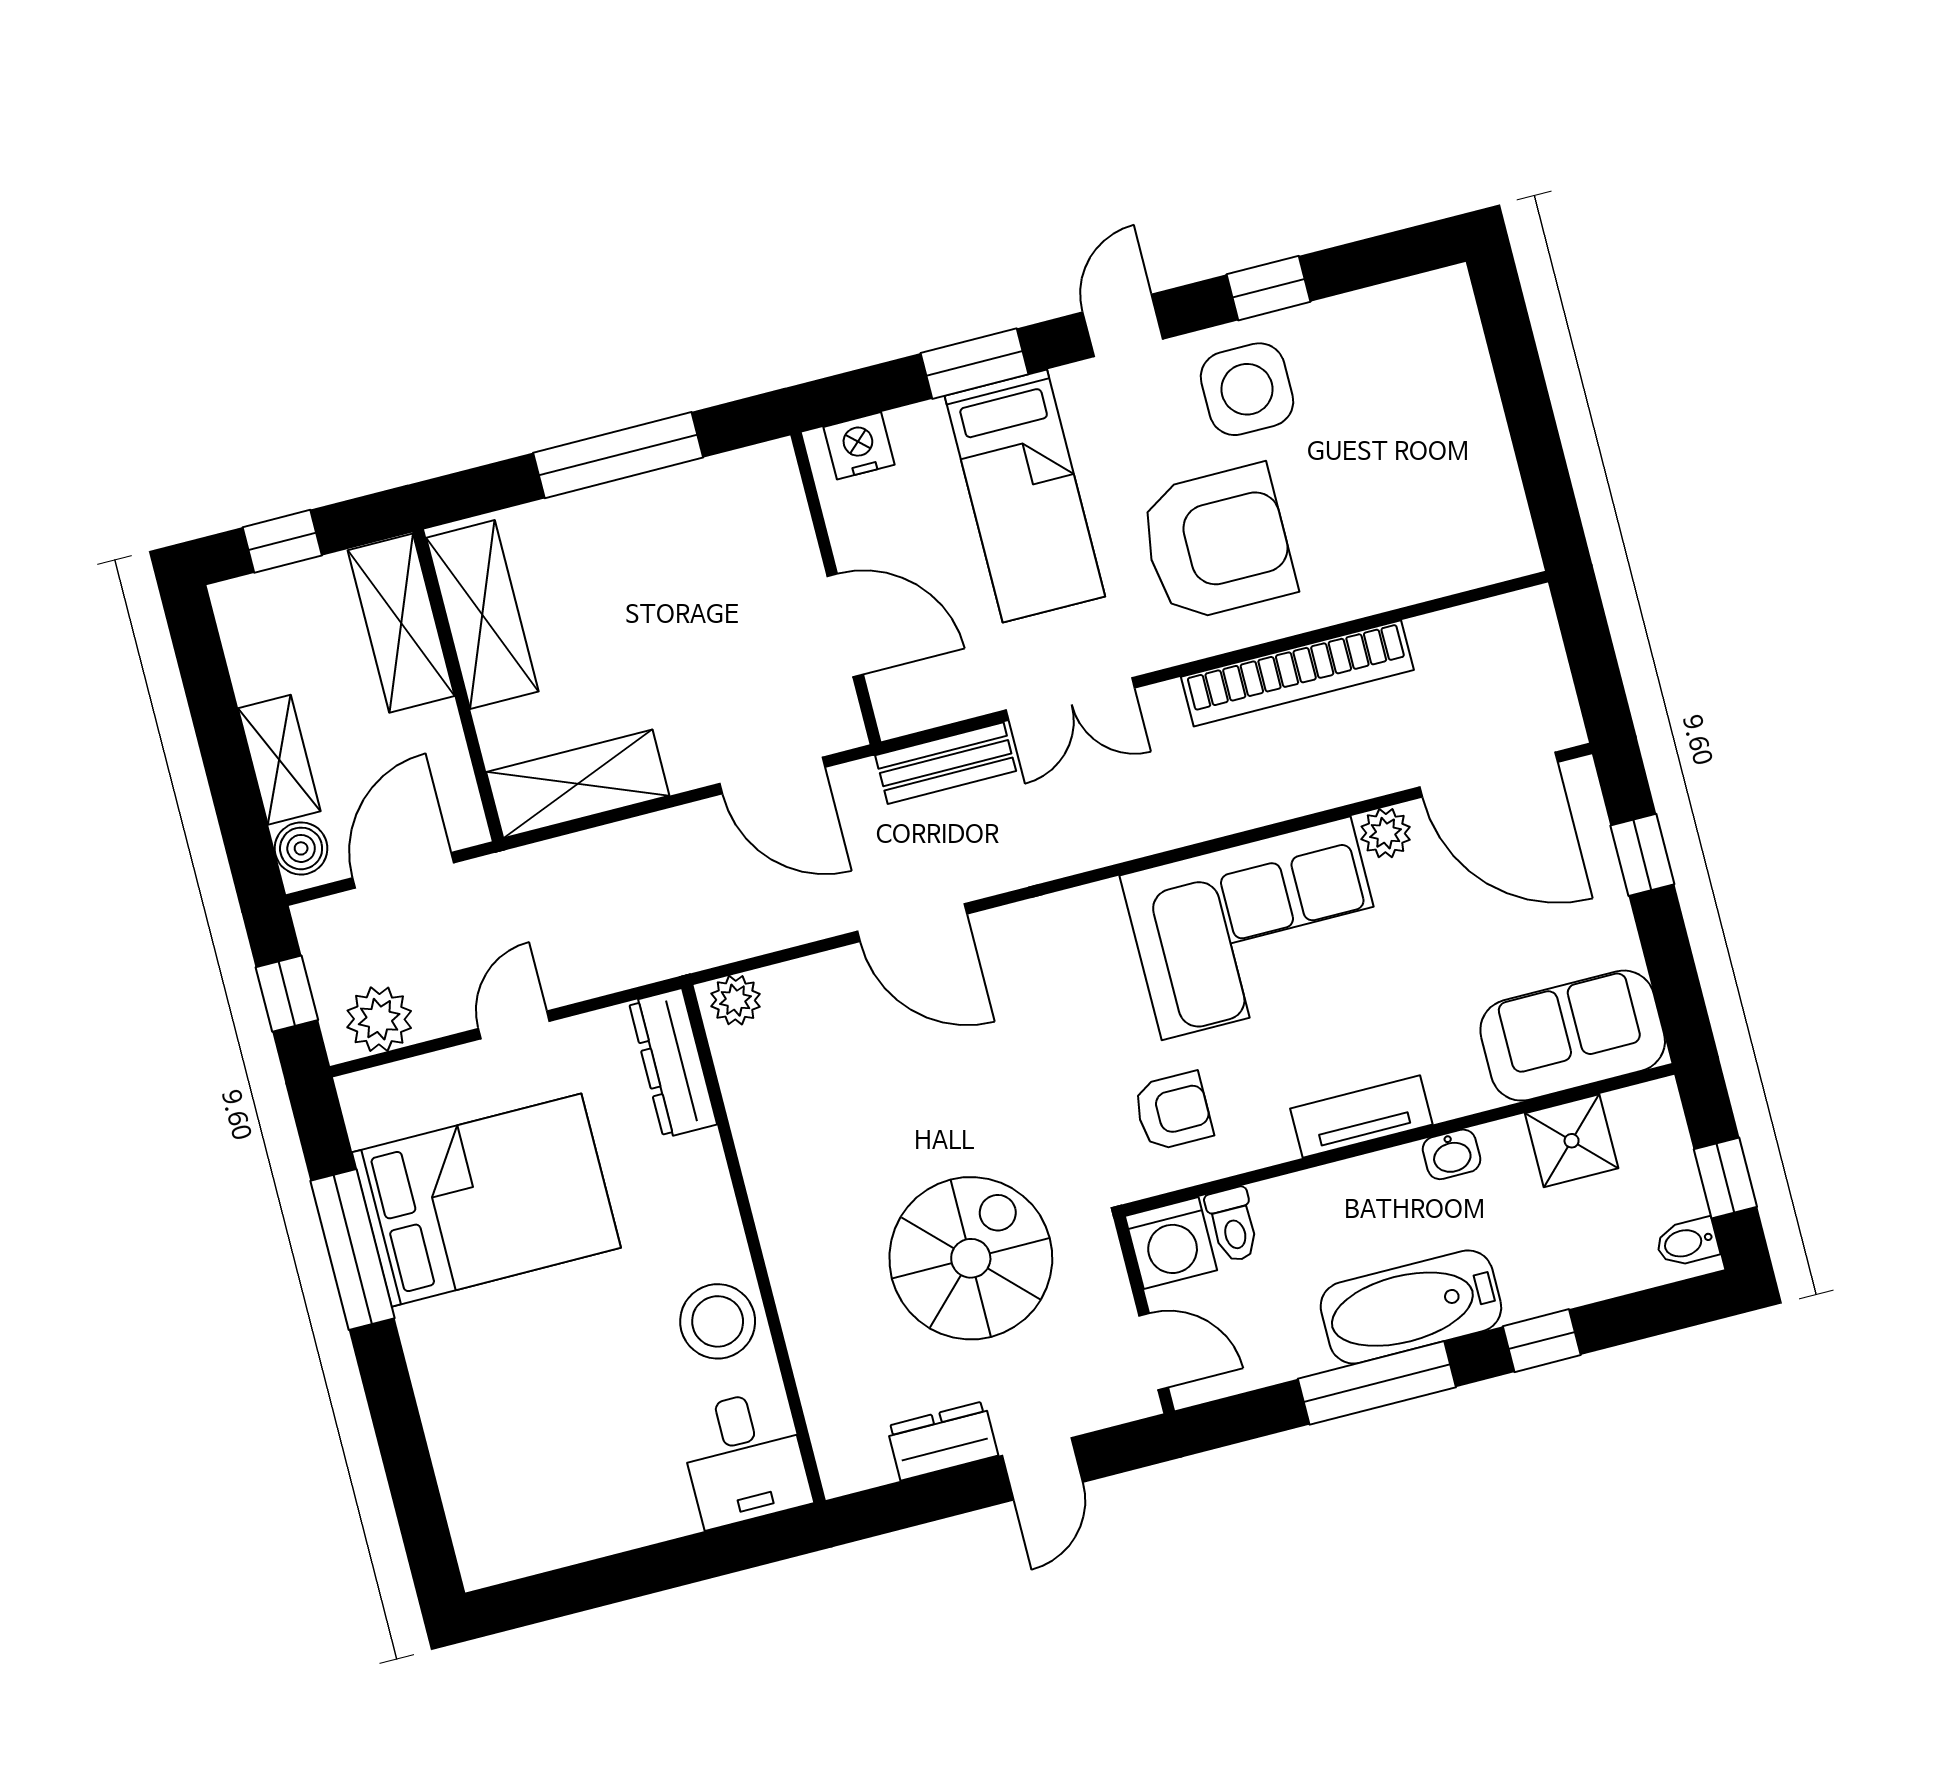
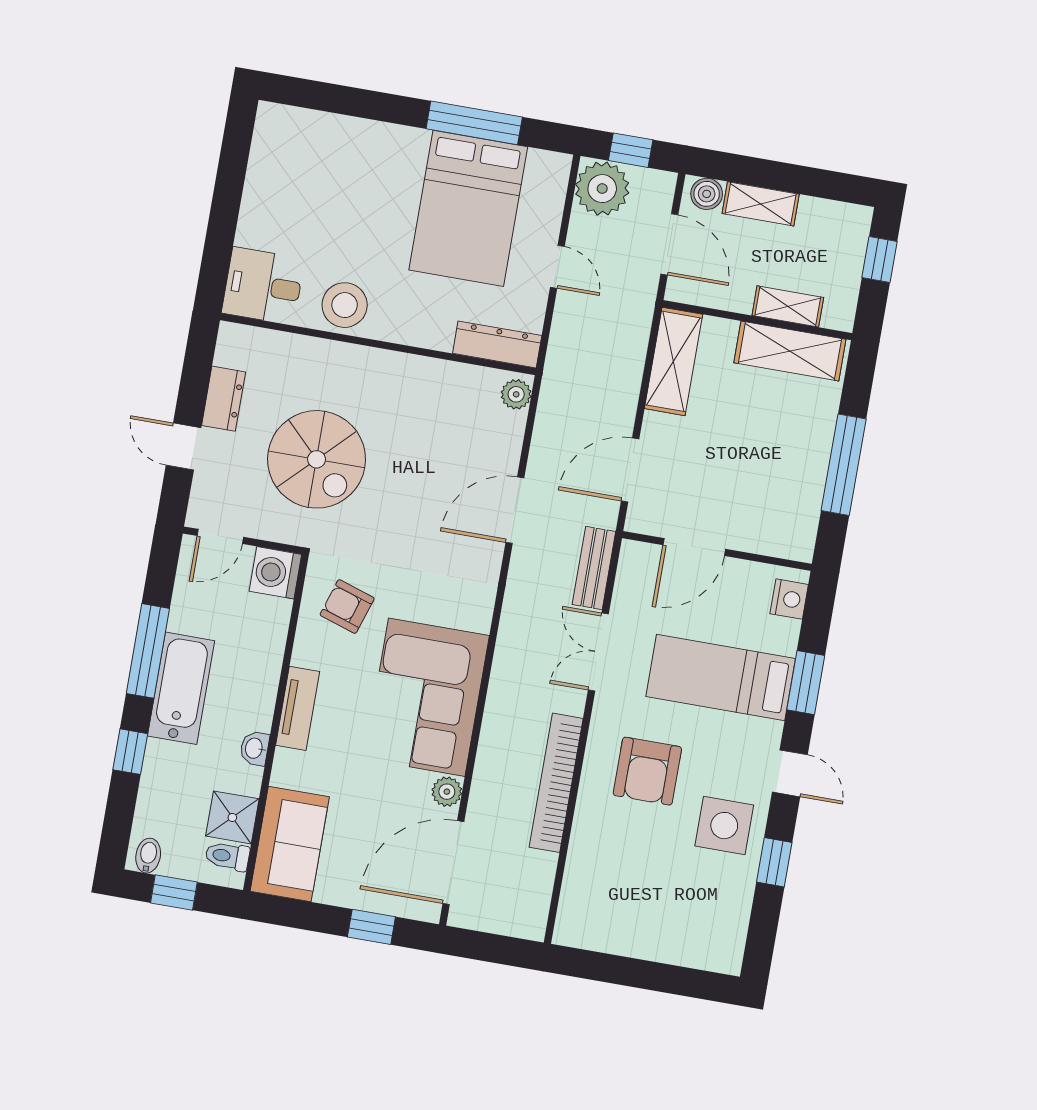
armchair: (1217, 543) -> (647, 771), width x0.73, depth x0.73
shelving: (401, 623) -> (788, 306), width x0.67, depth x0.75
plant: (379, 1019) -> (602, 189), width x1.36, depth x1.36
armchair: (1173, 1111) -> (347, 607), turned 108
toilet: (1233, 1225) -> (227, 856), moved

